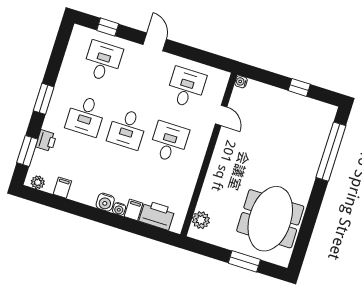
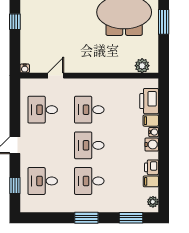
desk: (86, 116) -> (89, 181), turned 180
desk: (127, 129) -> (89, 145), turned 180
printer: (46, 141) -> (152, 167), moved, turned -90

